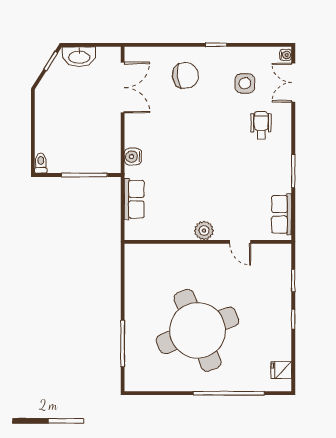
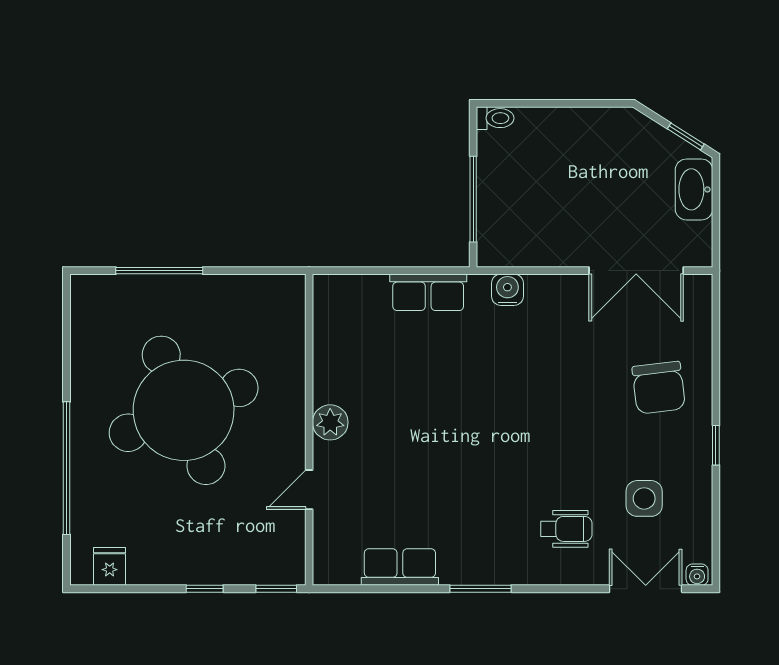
plant: (204, 231) -> (330, 422), moved
wall: (208, 242) -> (309, 430), moved
door: (240, 242) -> (309, 490), moved

